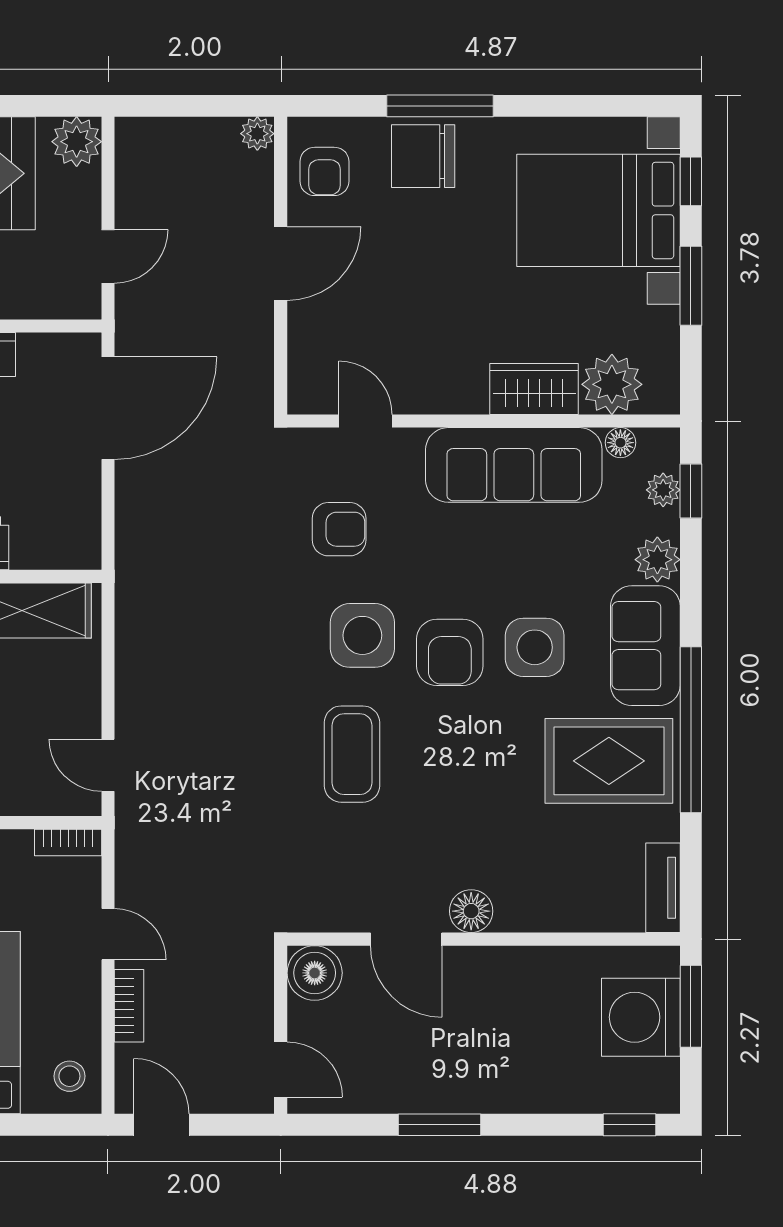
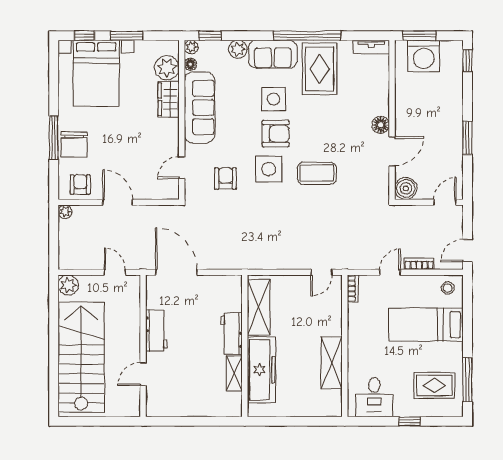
armchair: (324, 171) -> (80, 184), turned -90
plant: (663, 490) -> (191, 47), moved

